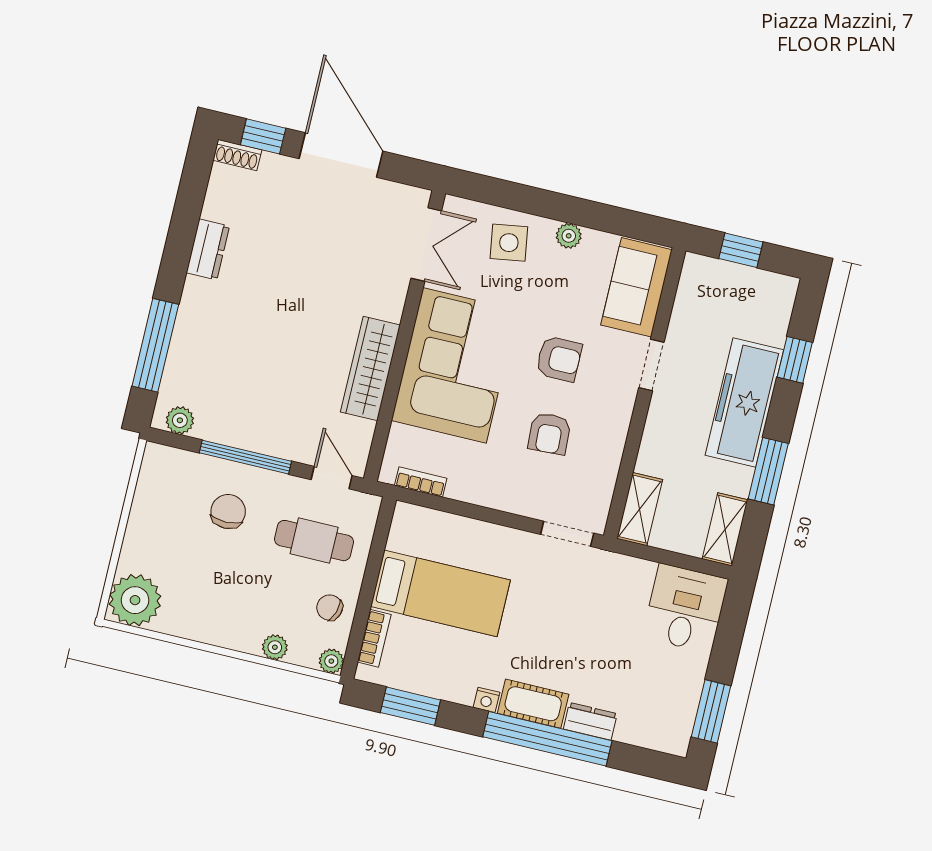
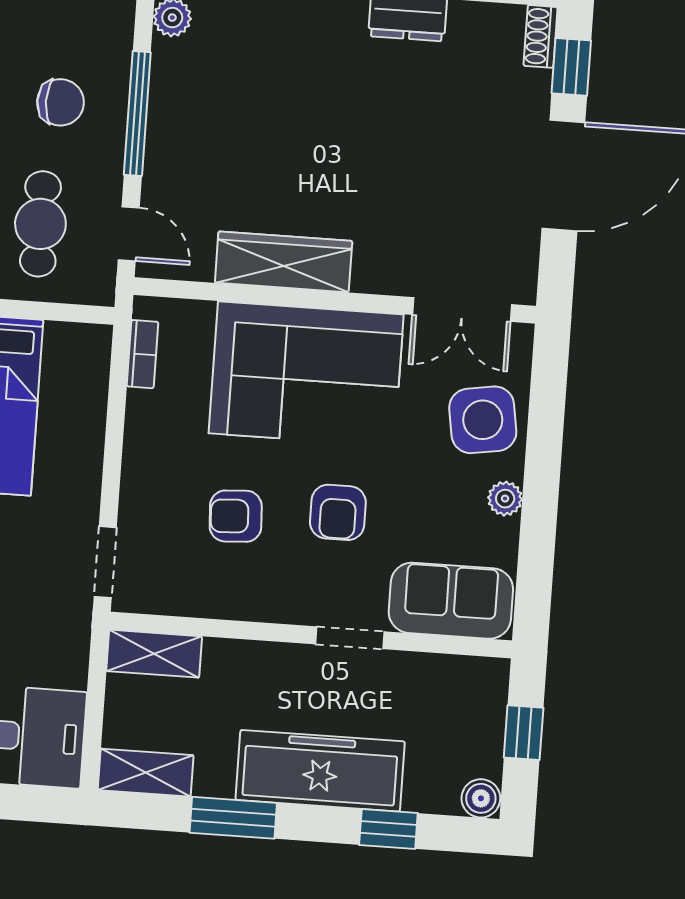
side table: (509, 243) -> (483, 420), width x1.37, depth x1.37
boiler: (784, 289) -> (481, 798), added
door: (332, 478) -> (129, 234), hinge flipped

